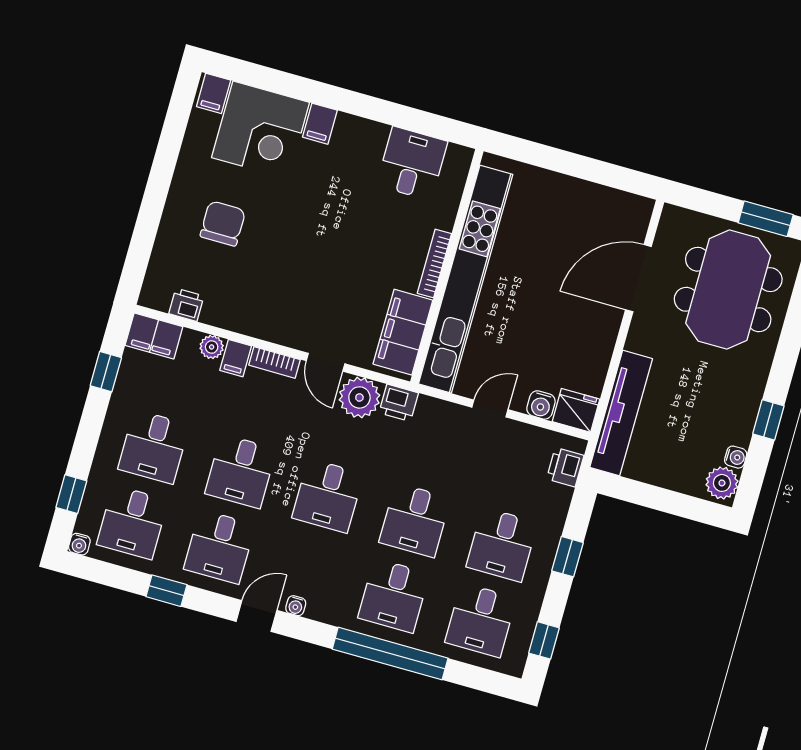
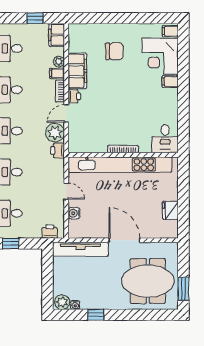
desk: (412, 163) -> (165, 139), moved, turned 90
door: (638, 278) -> (124, 240), moved
printer: (186, 305) -> (74, 96), moved
filing cabinet: (403, 332) -> (77, 71), moved, turned 90
fridge: (576, 410) -> (170, 210), moved, turned 180

